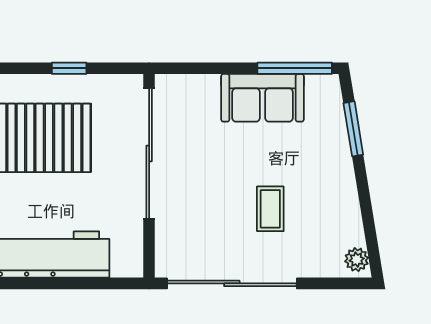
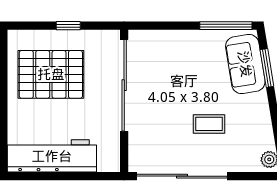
sofa: (262, 98) -> (245, 64), moved, turned 81
coffee table: (270, 209) -> (209, 124), turned 90

